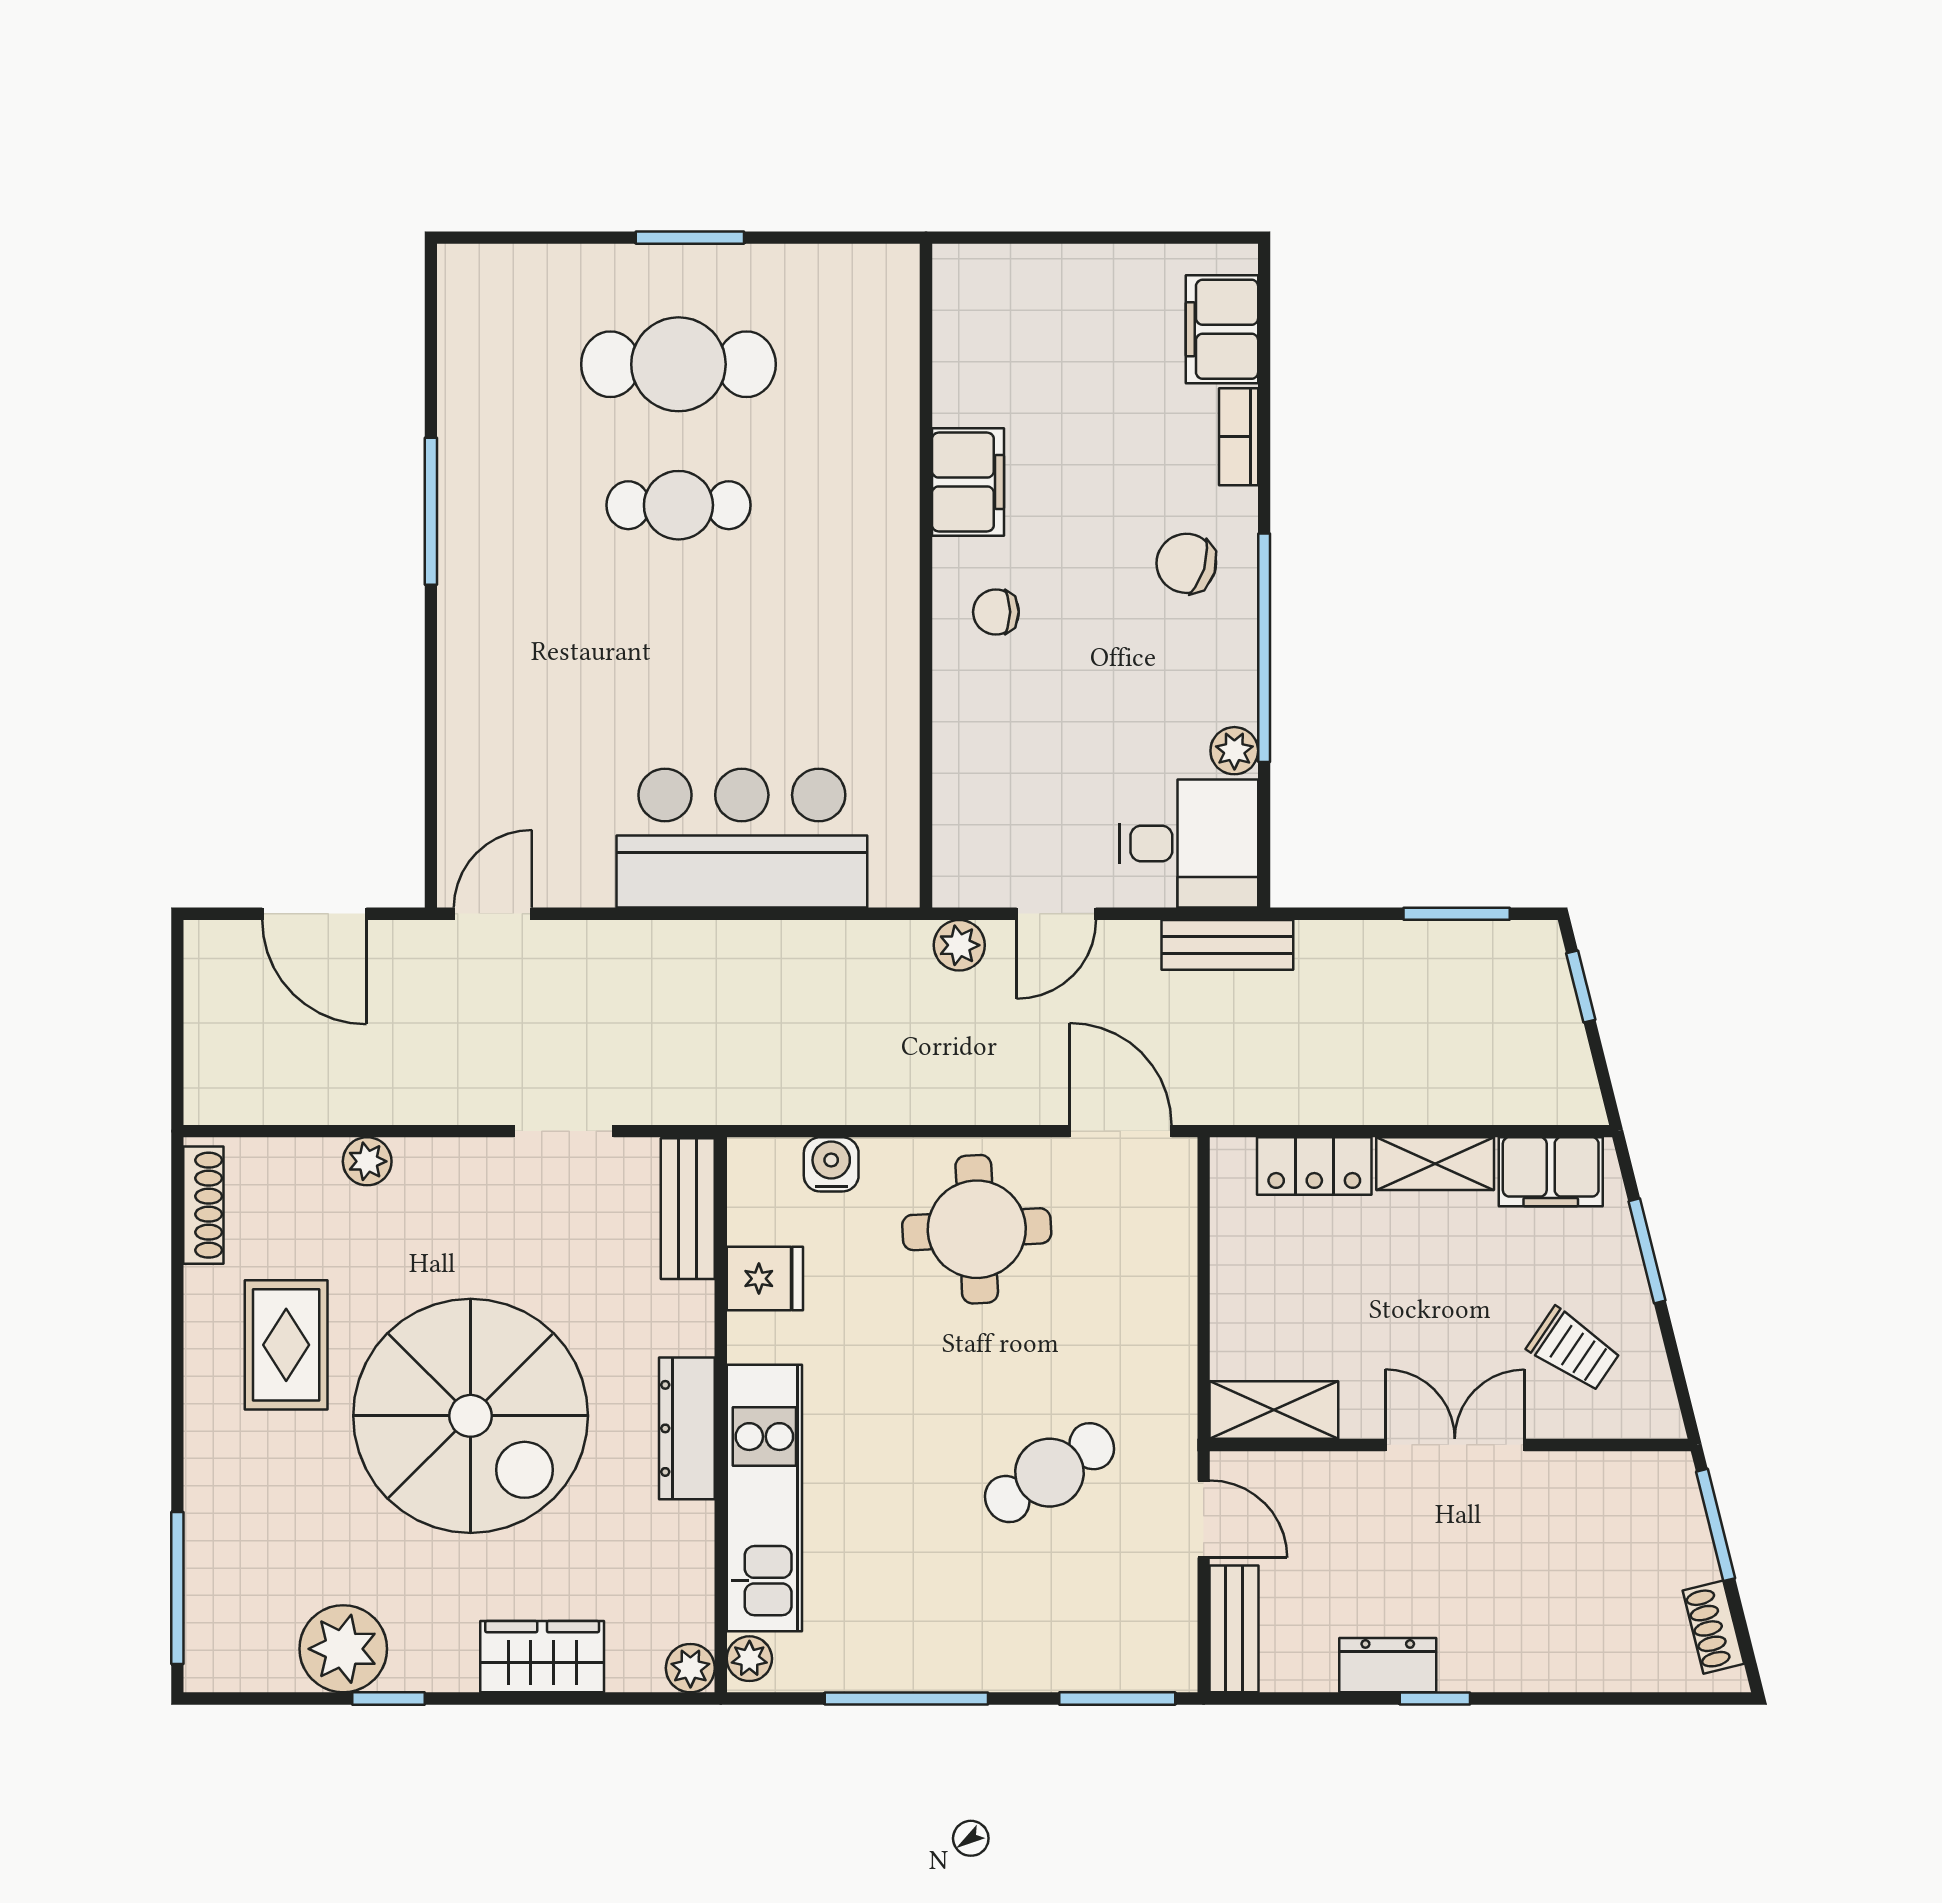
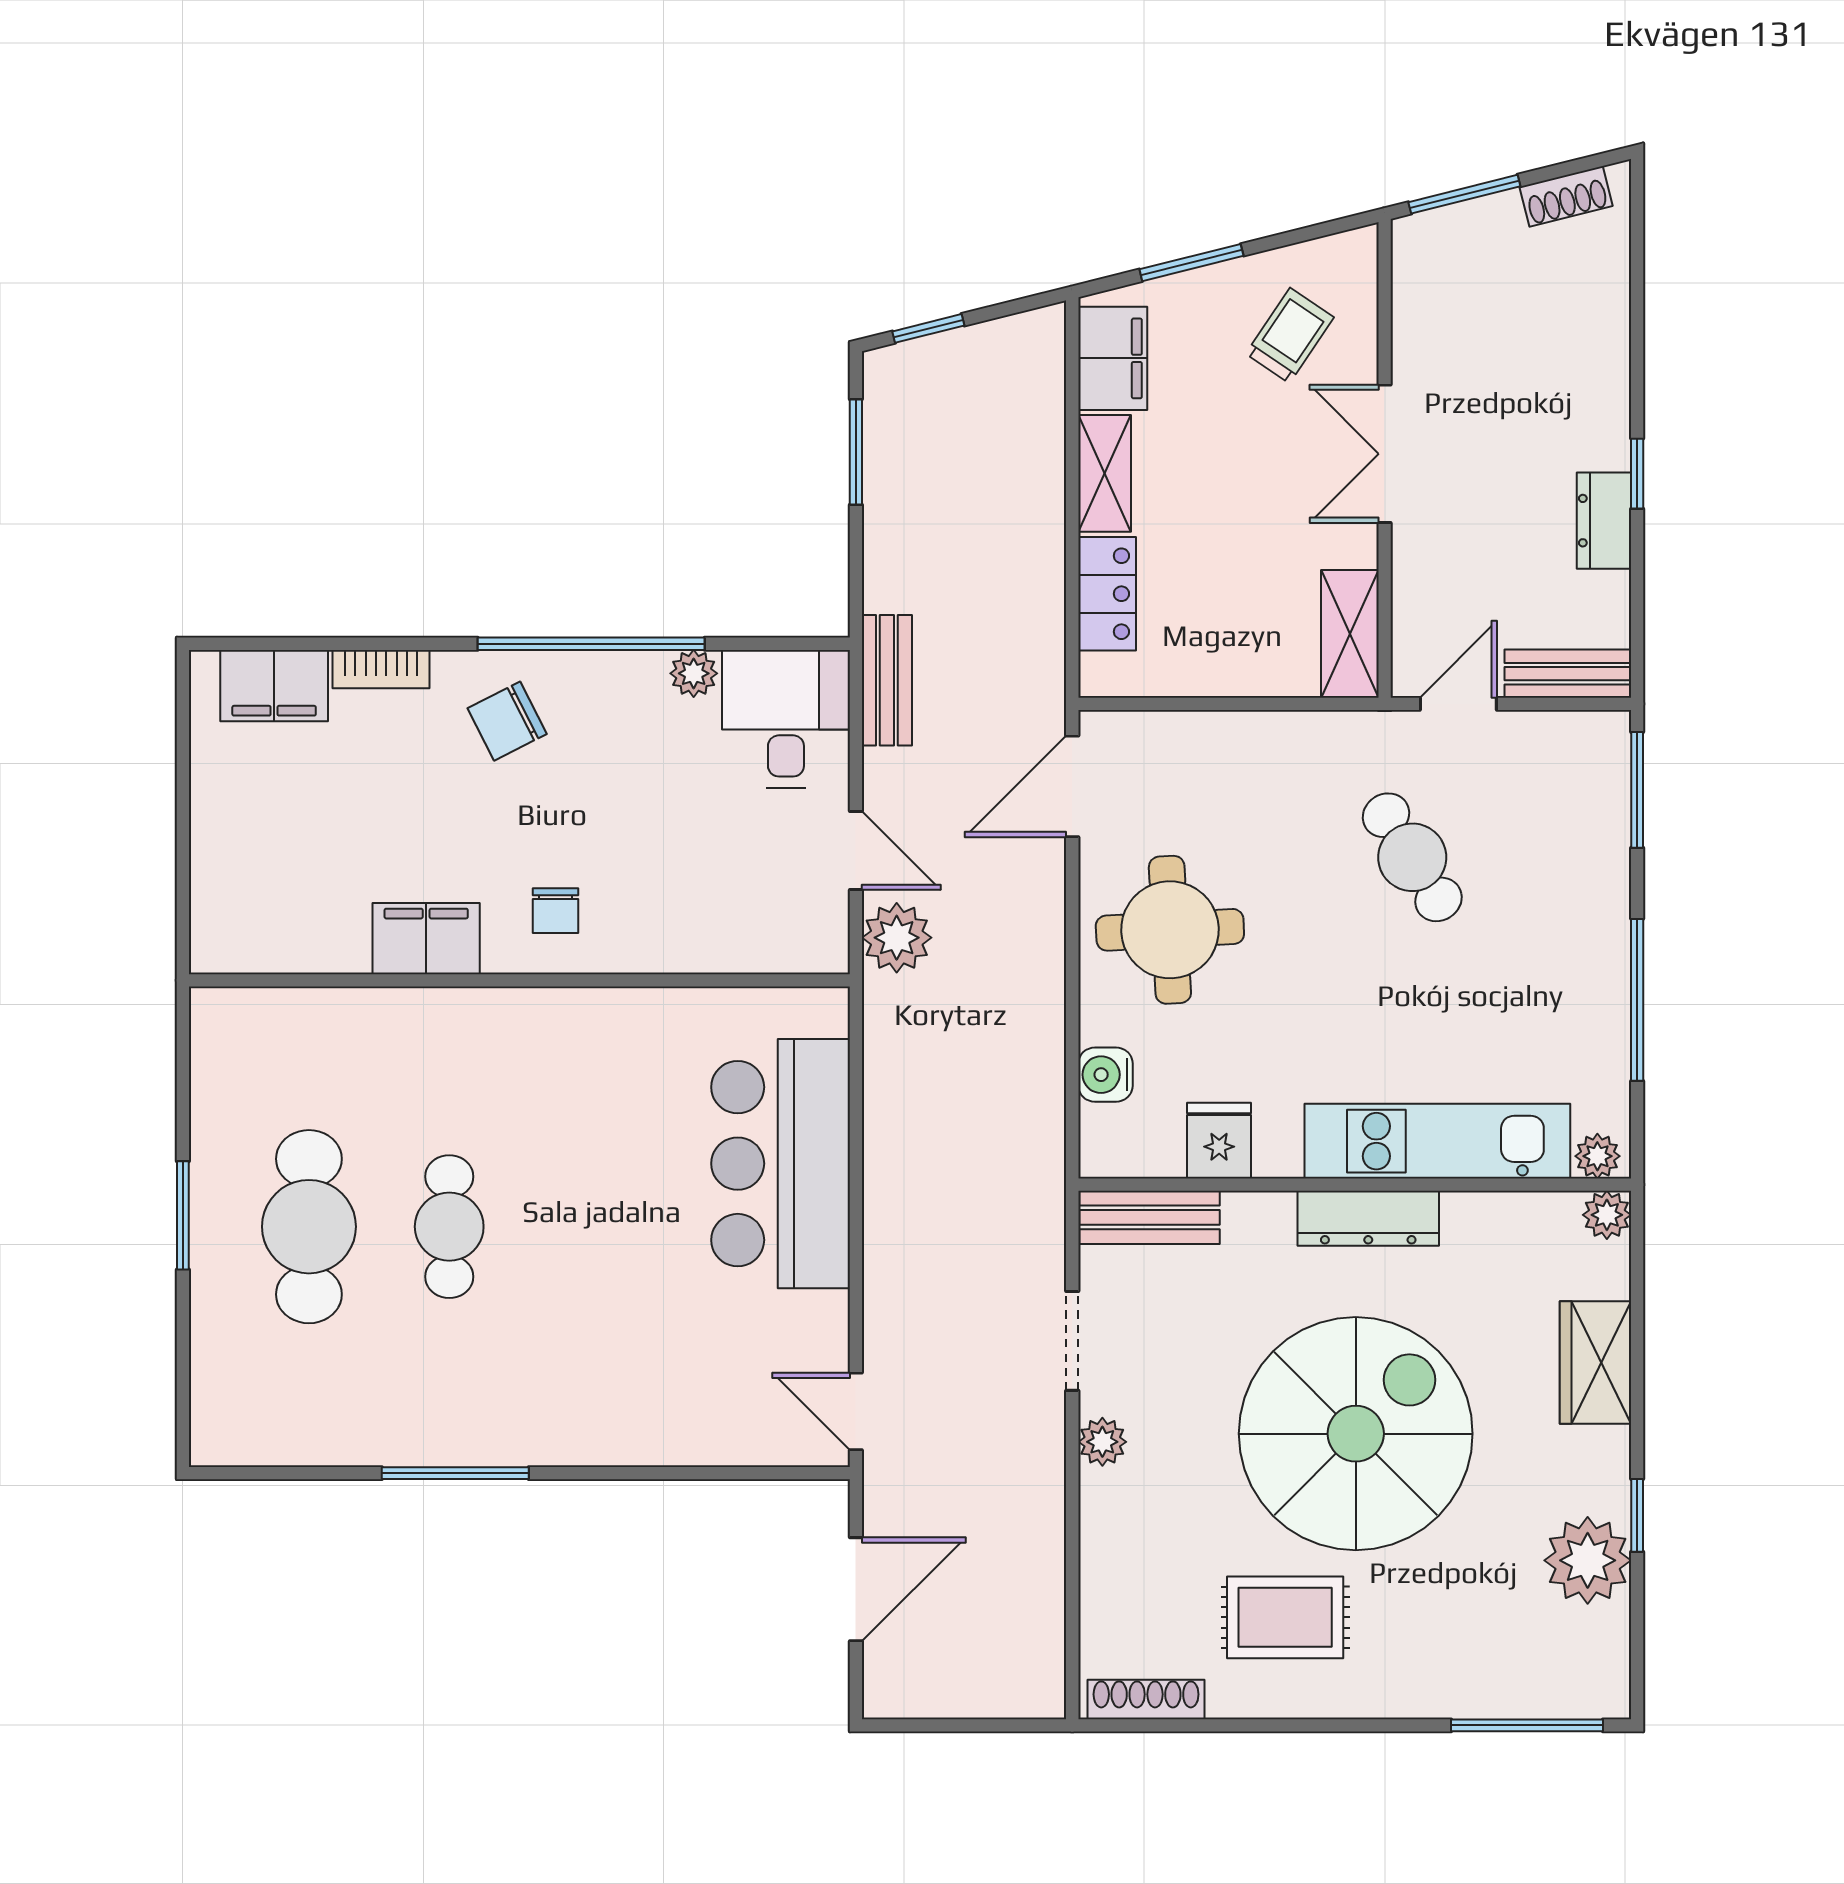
chair: (1186, 563) -> (507, 721), turned 46
plant: (959, 945) -> (897, 938), width x1.38, depth x1.38
plant: (367, 1161) -> (1102, 1442), moved

